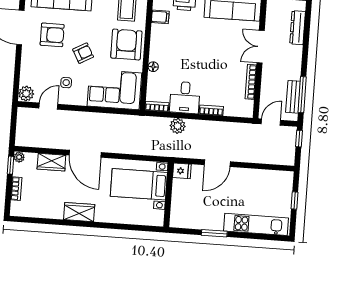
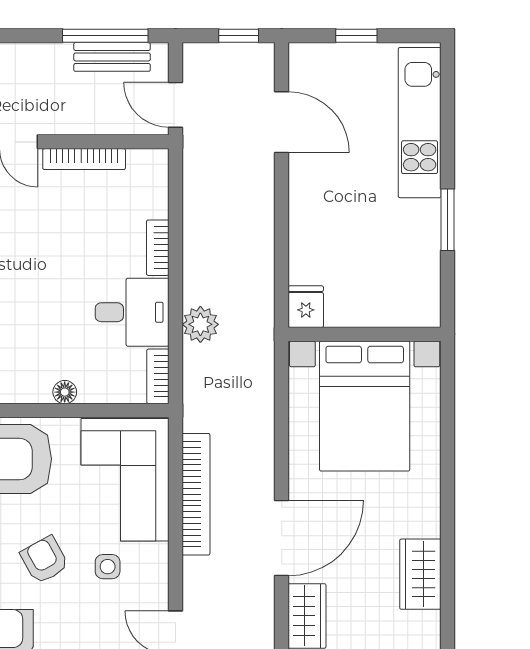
side table: (66, 83) -> (108, 567), moved
bookcase: (106, 119) -> (196, 494), added
window: (299, 139) -> (239, 36), moved
door: (217, 163) -> (282, 122), moved
bed with nightstands: (139, 184) -> (365, 406), width x1.36
wardrobe: (79, 212) -> (420, 574), moved

